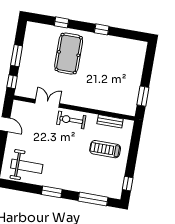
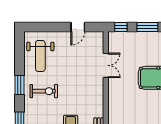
exercise bike: (71, 120) -> (44, 91), moved, turned 90

